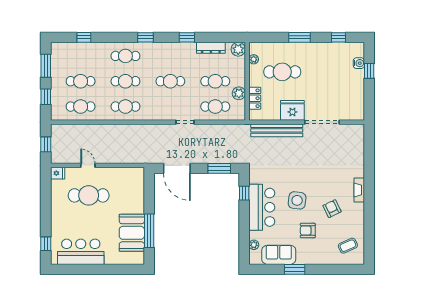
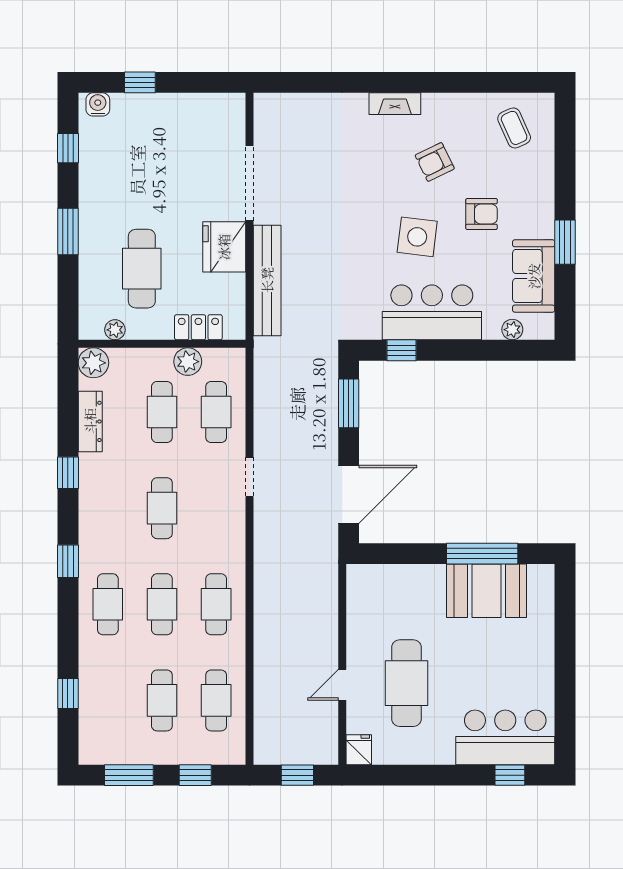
water cooler: (359, 63) -> (98, 104), moved
armchair: (308, 230) -> (482, 214), turned -90
bar counter: (81, 252) -> (505, 737), moved, turned 90

